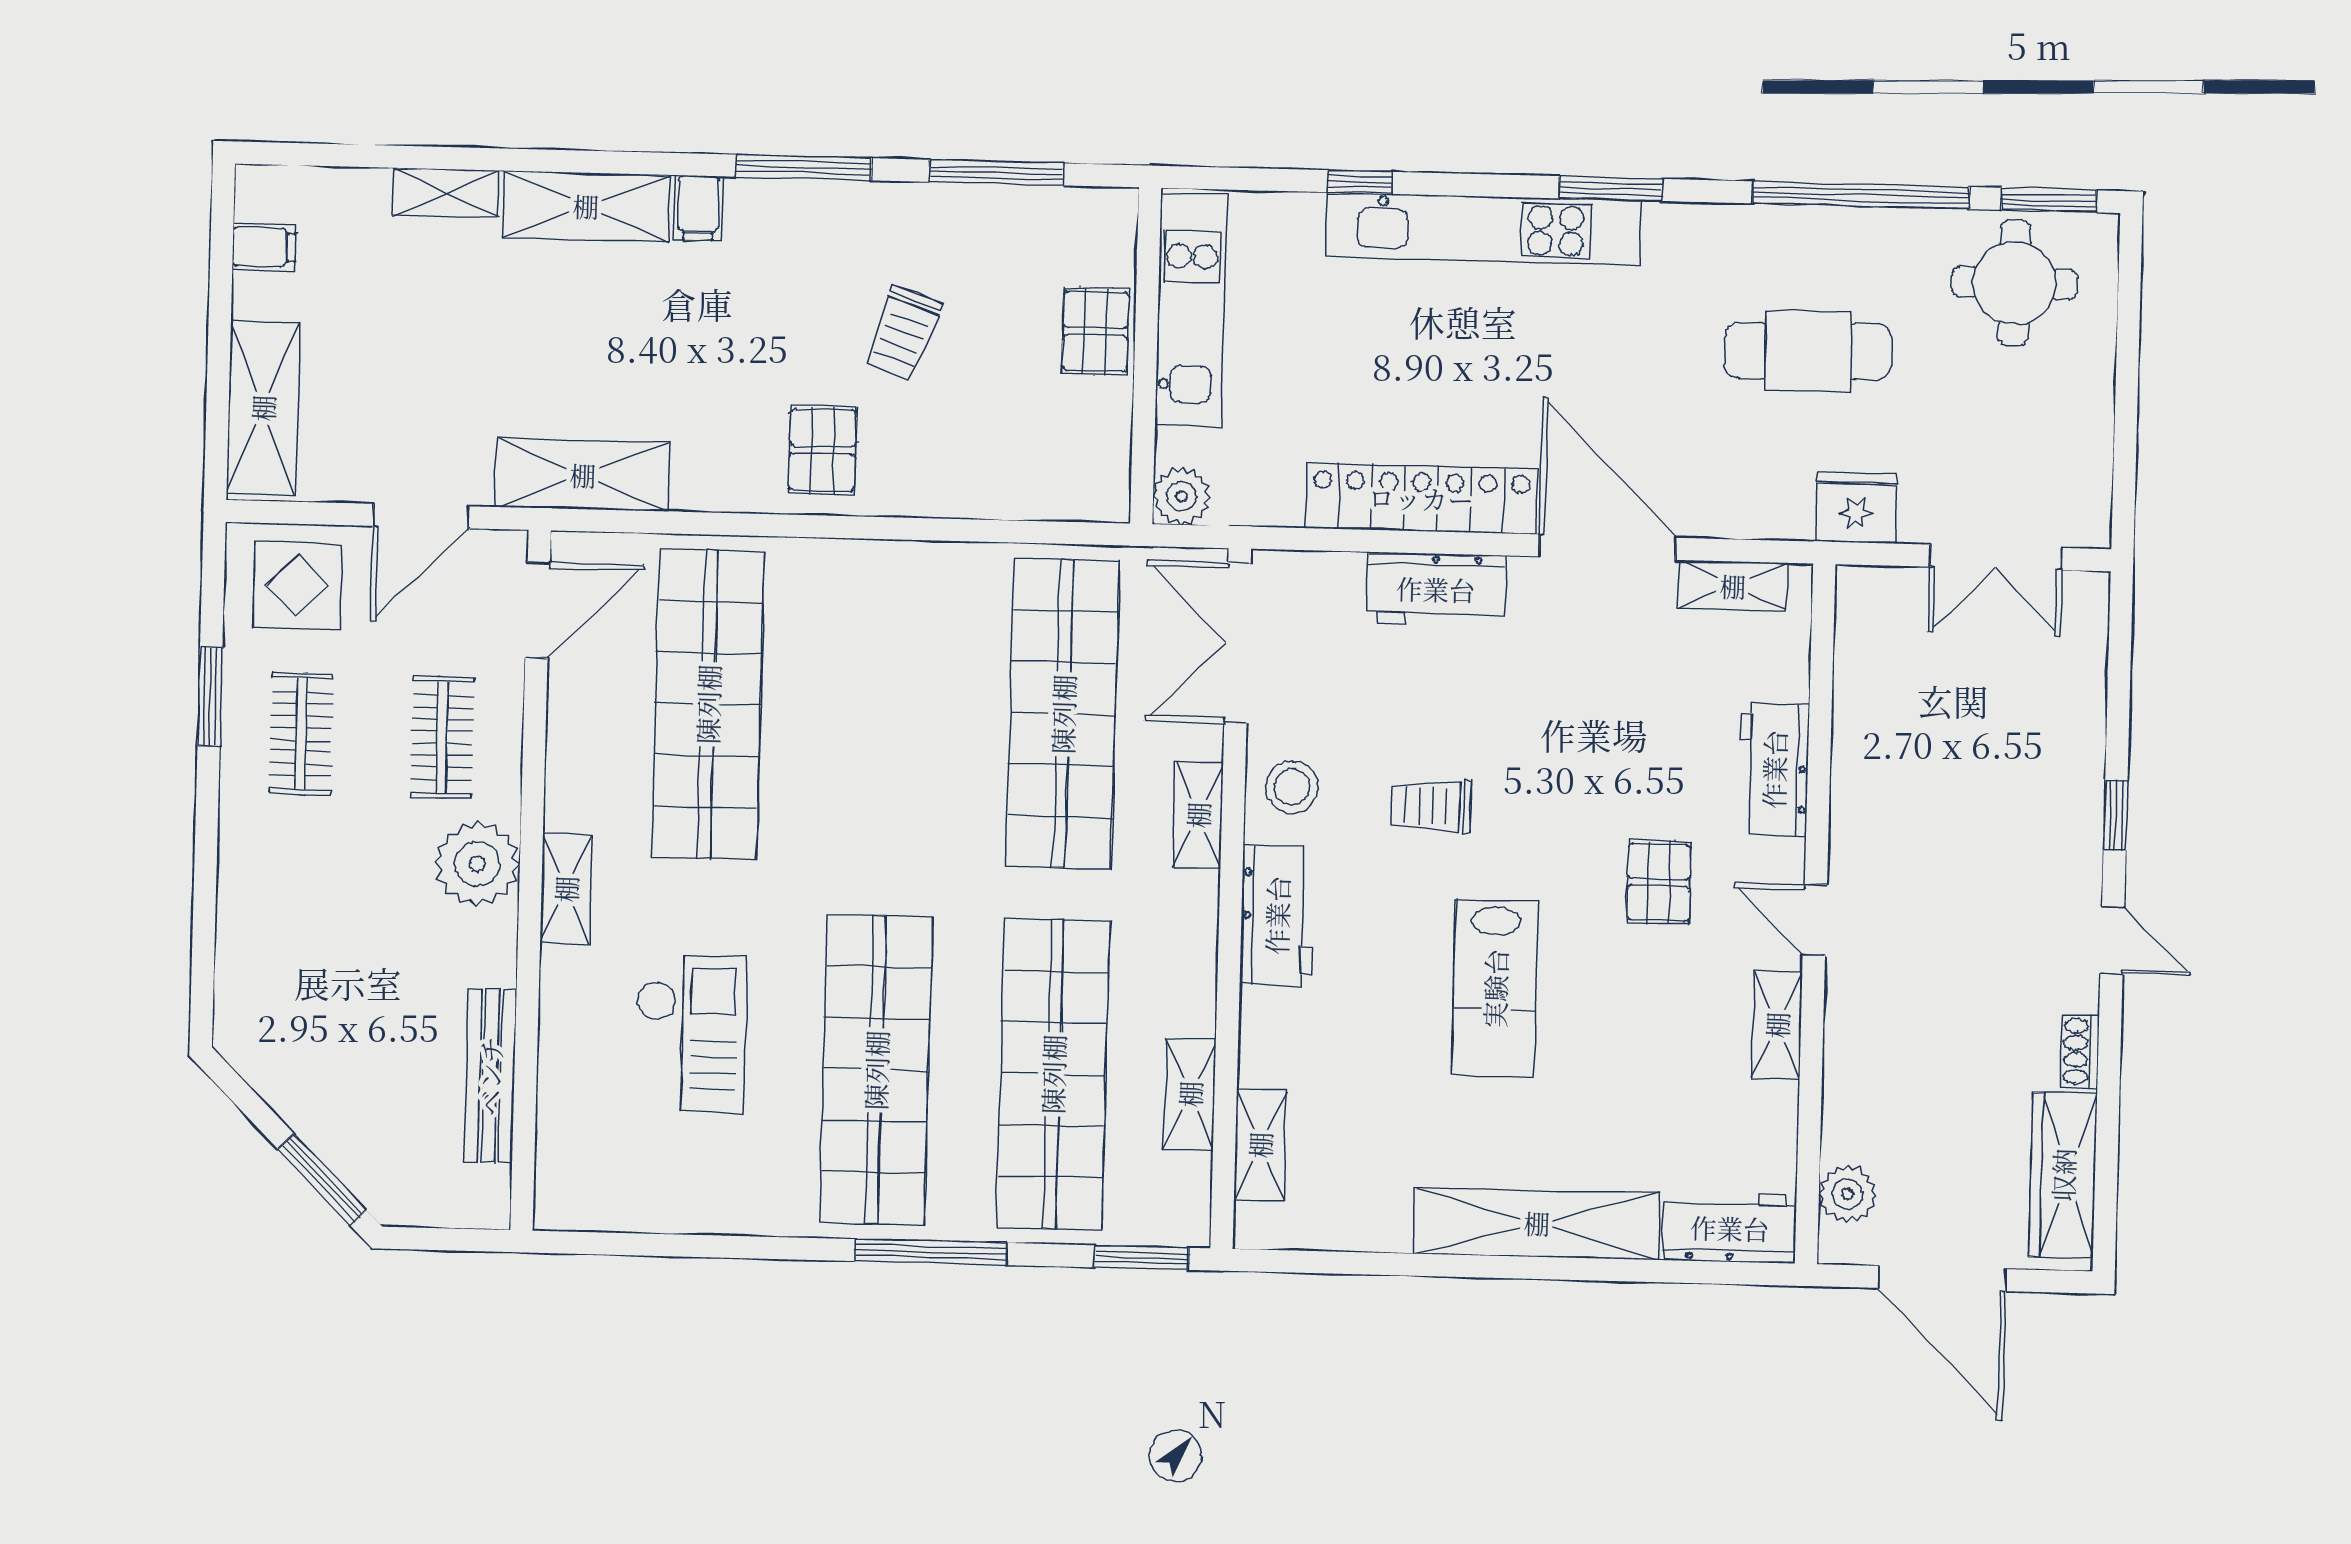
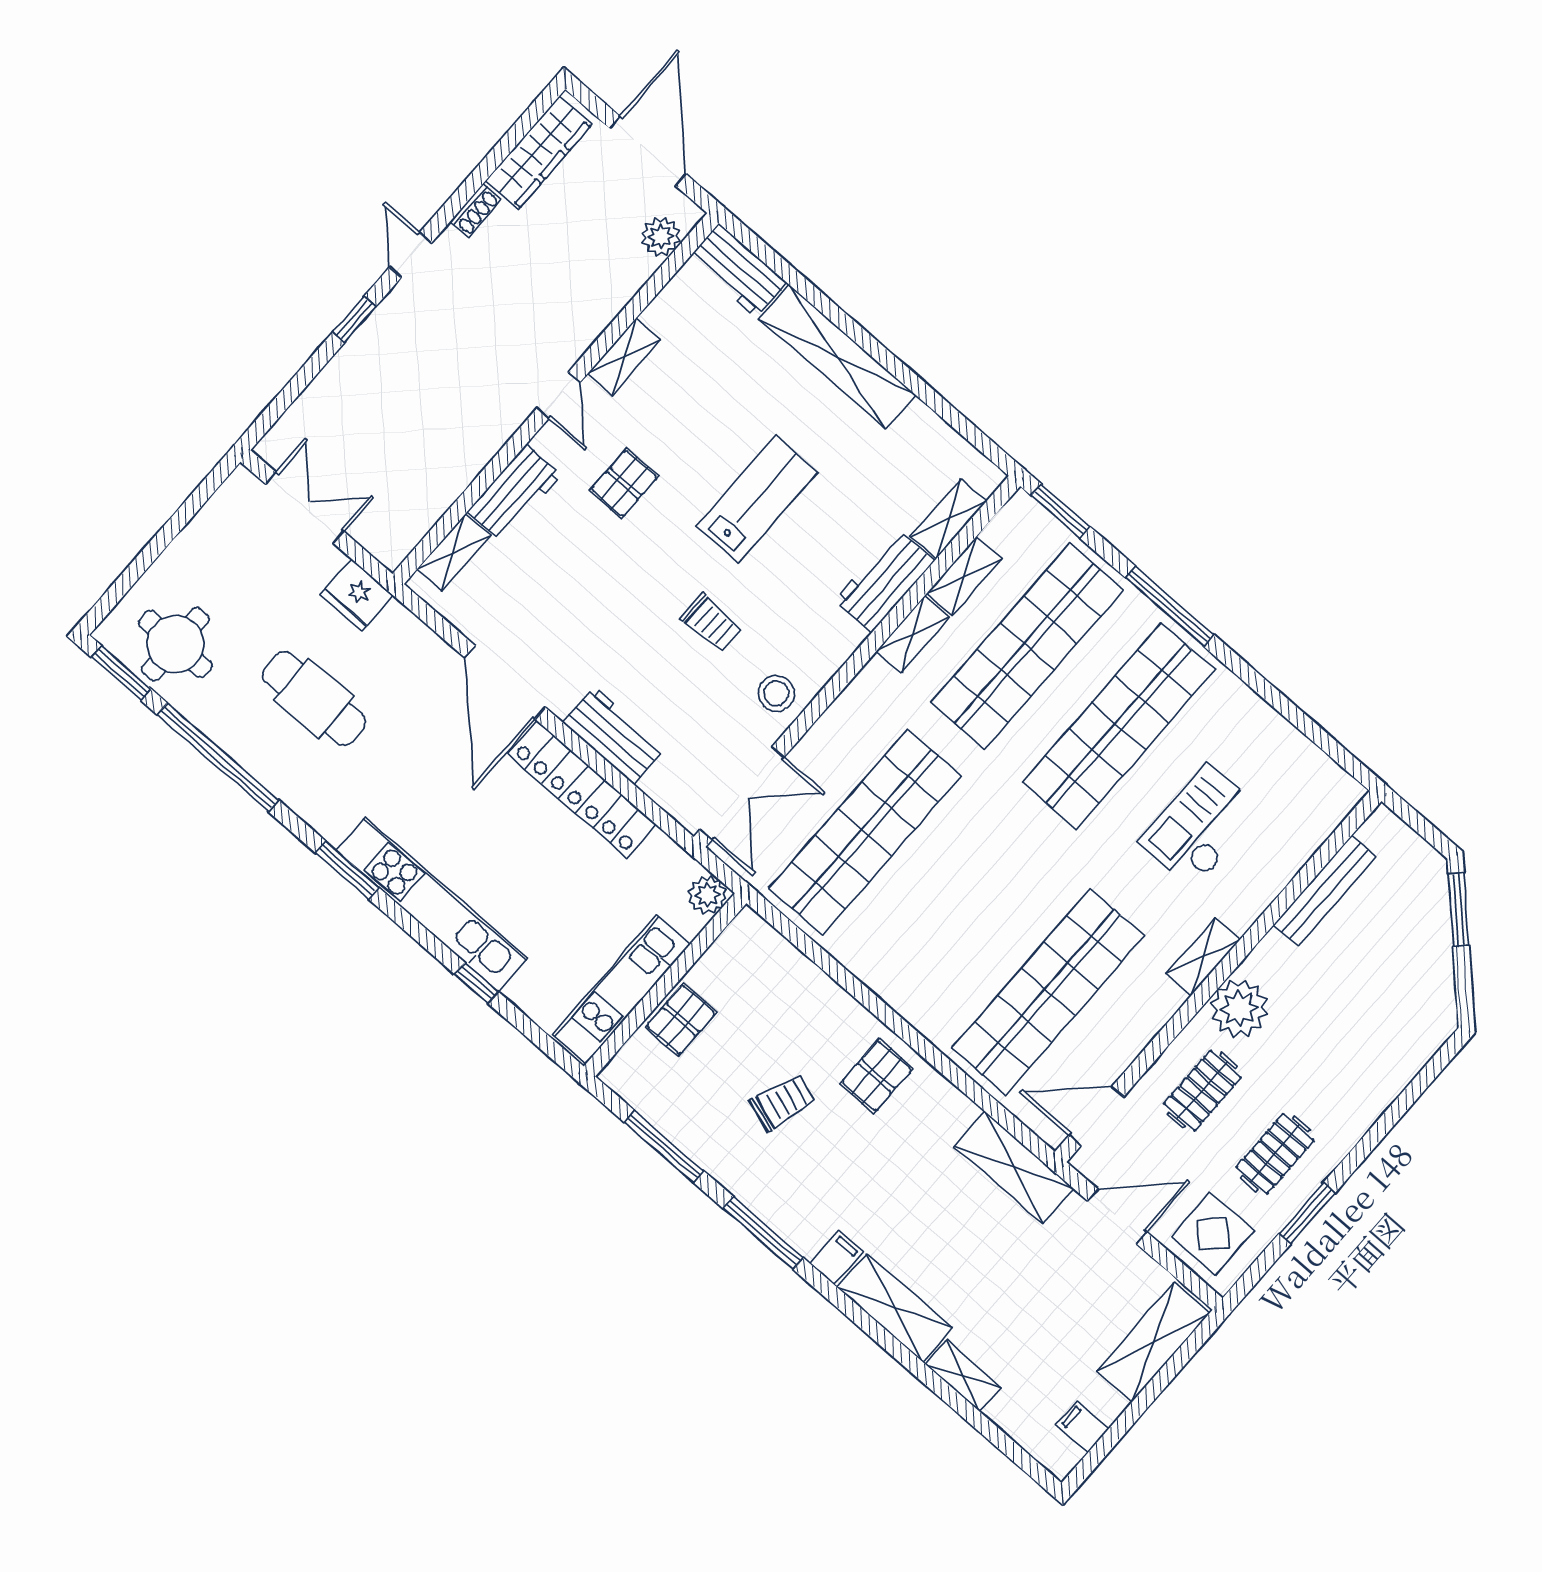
shelving: (1733, 586) -> (453, 553), moved, turned 90
shelving: (1198, 815) -> (913, 634), moved
workbench: (1277, 915) -> (885, 581), moved

